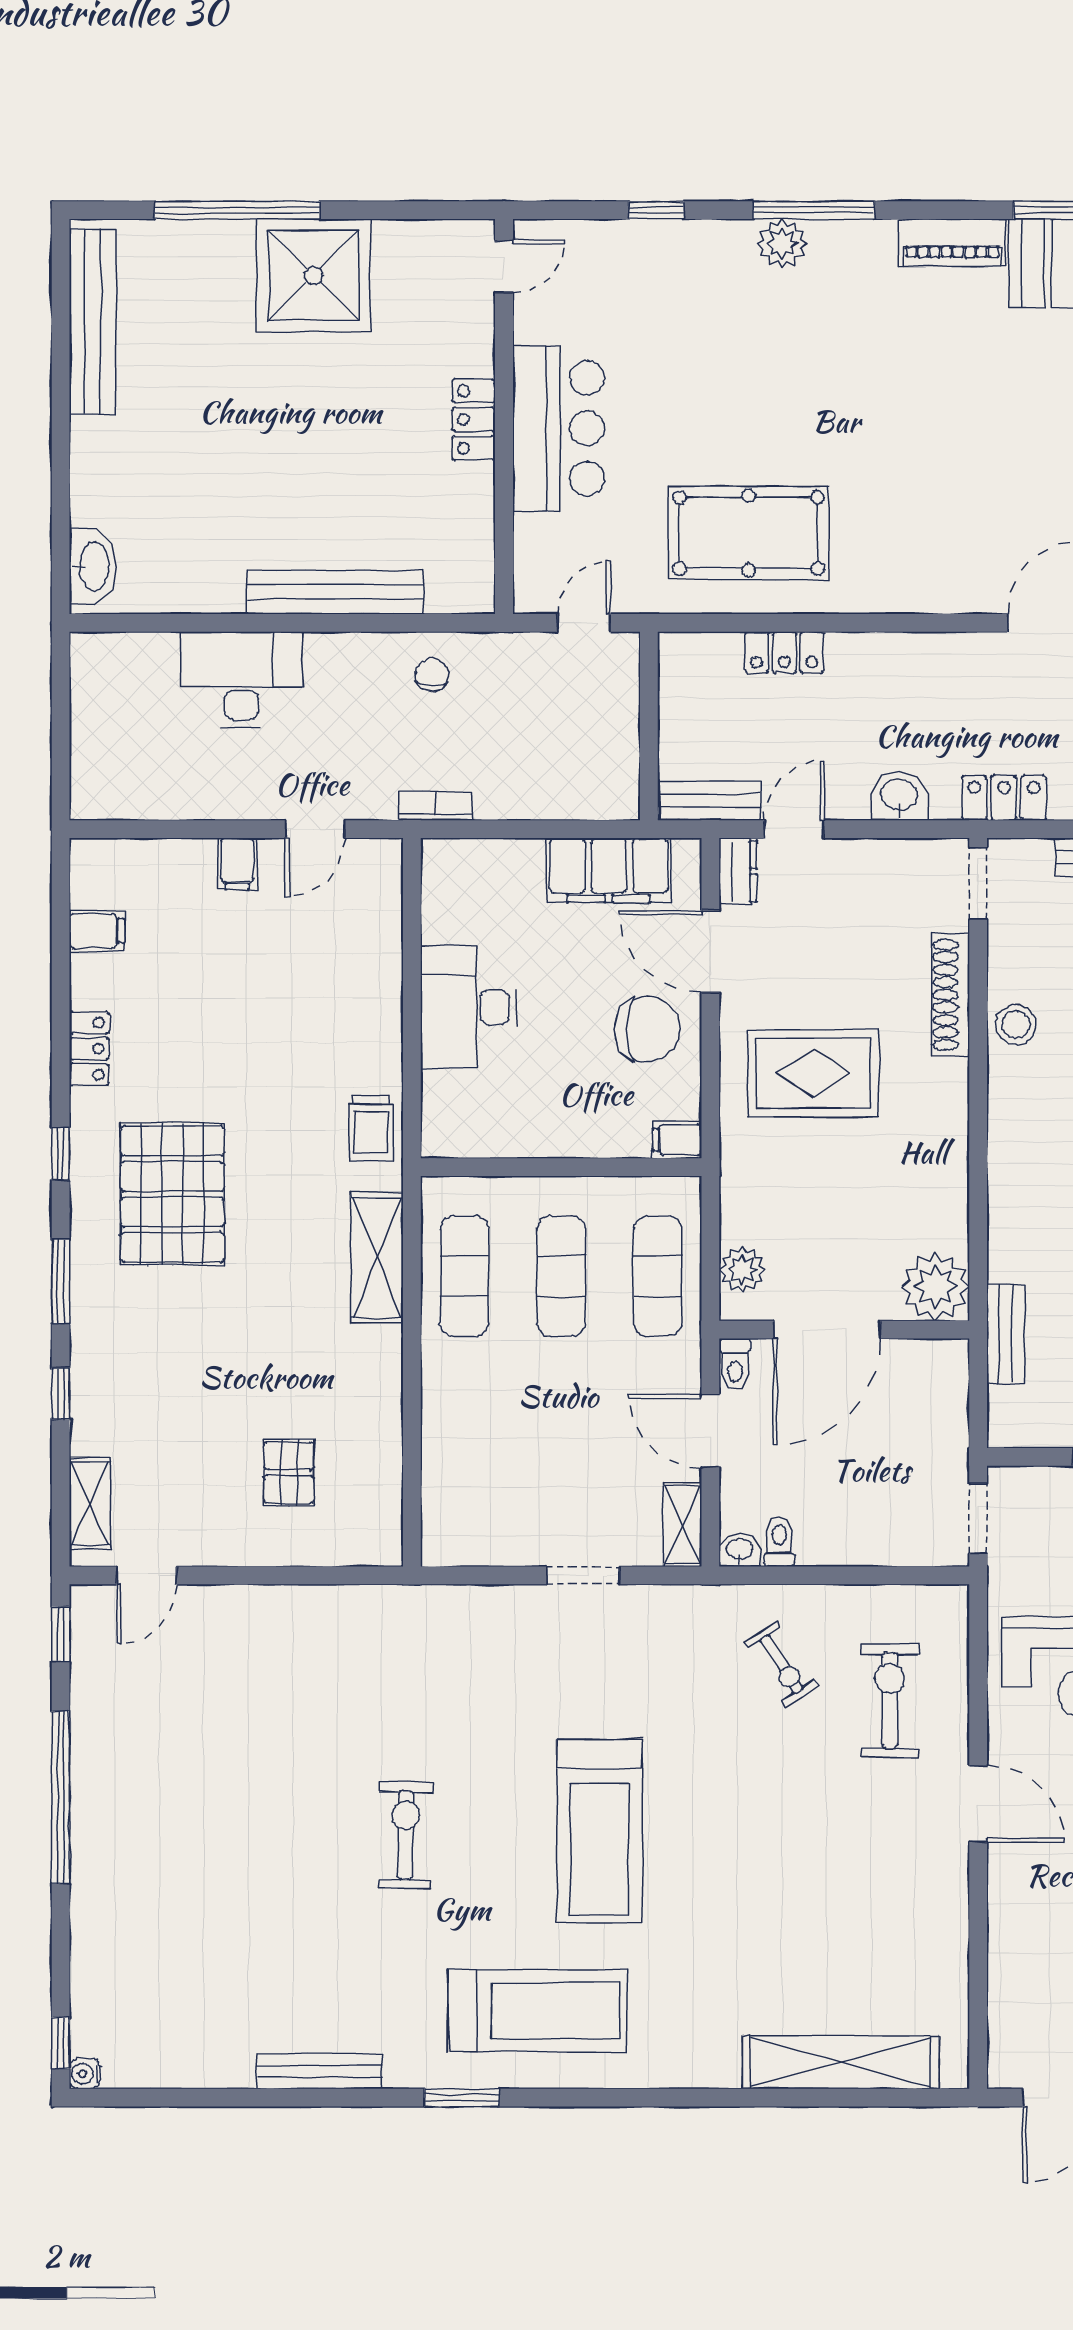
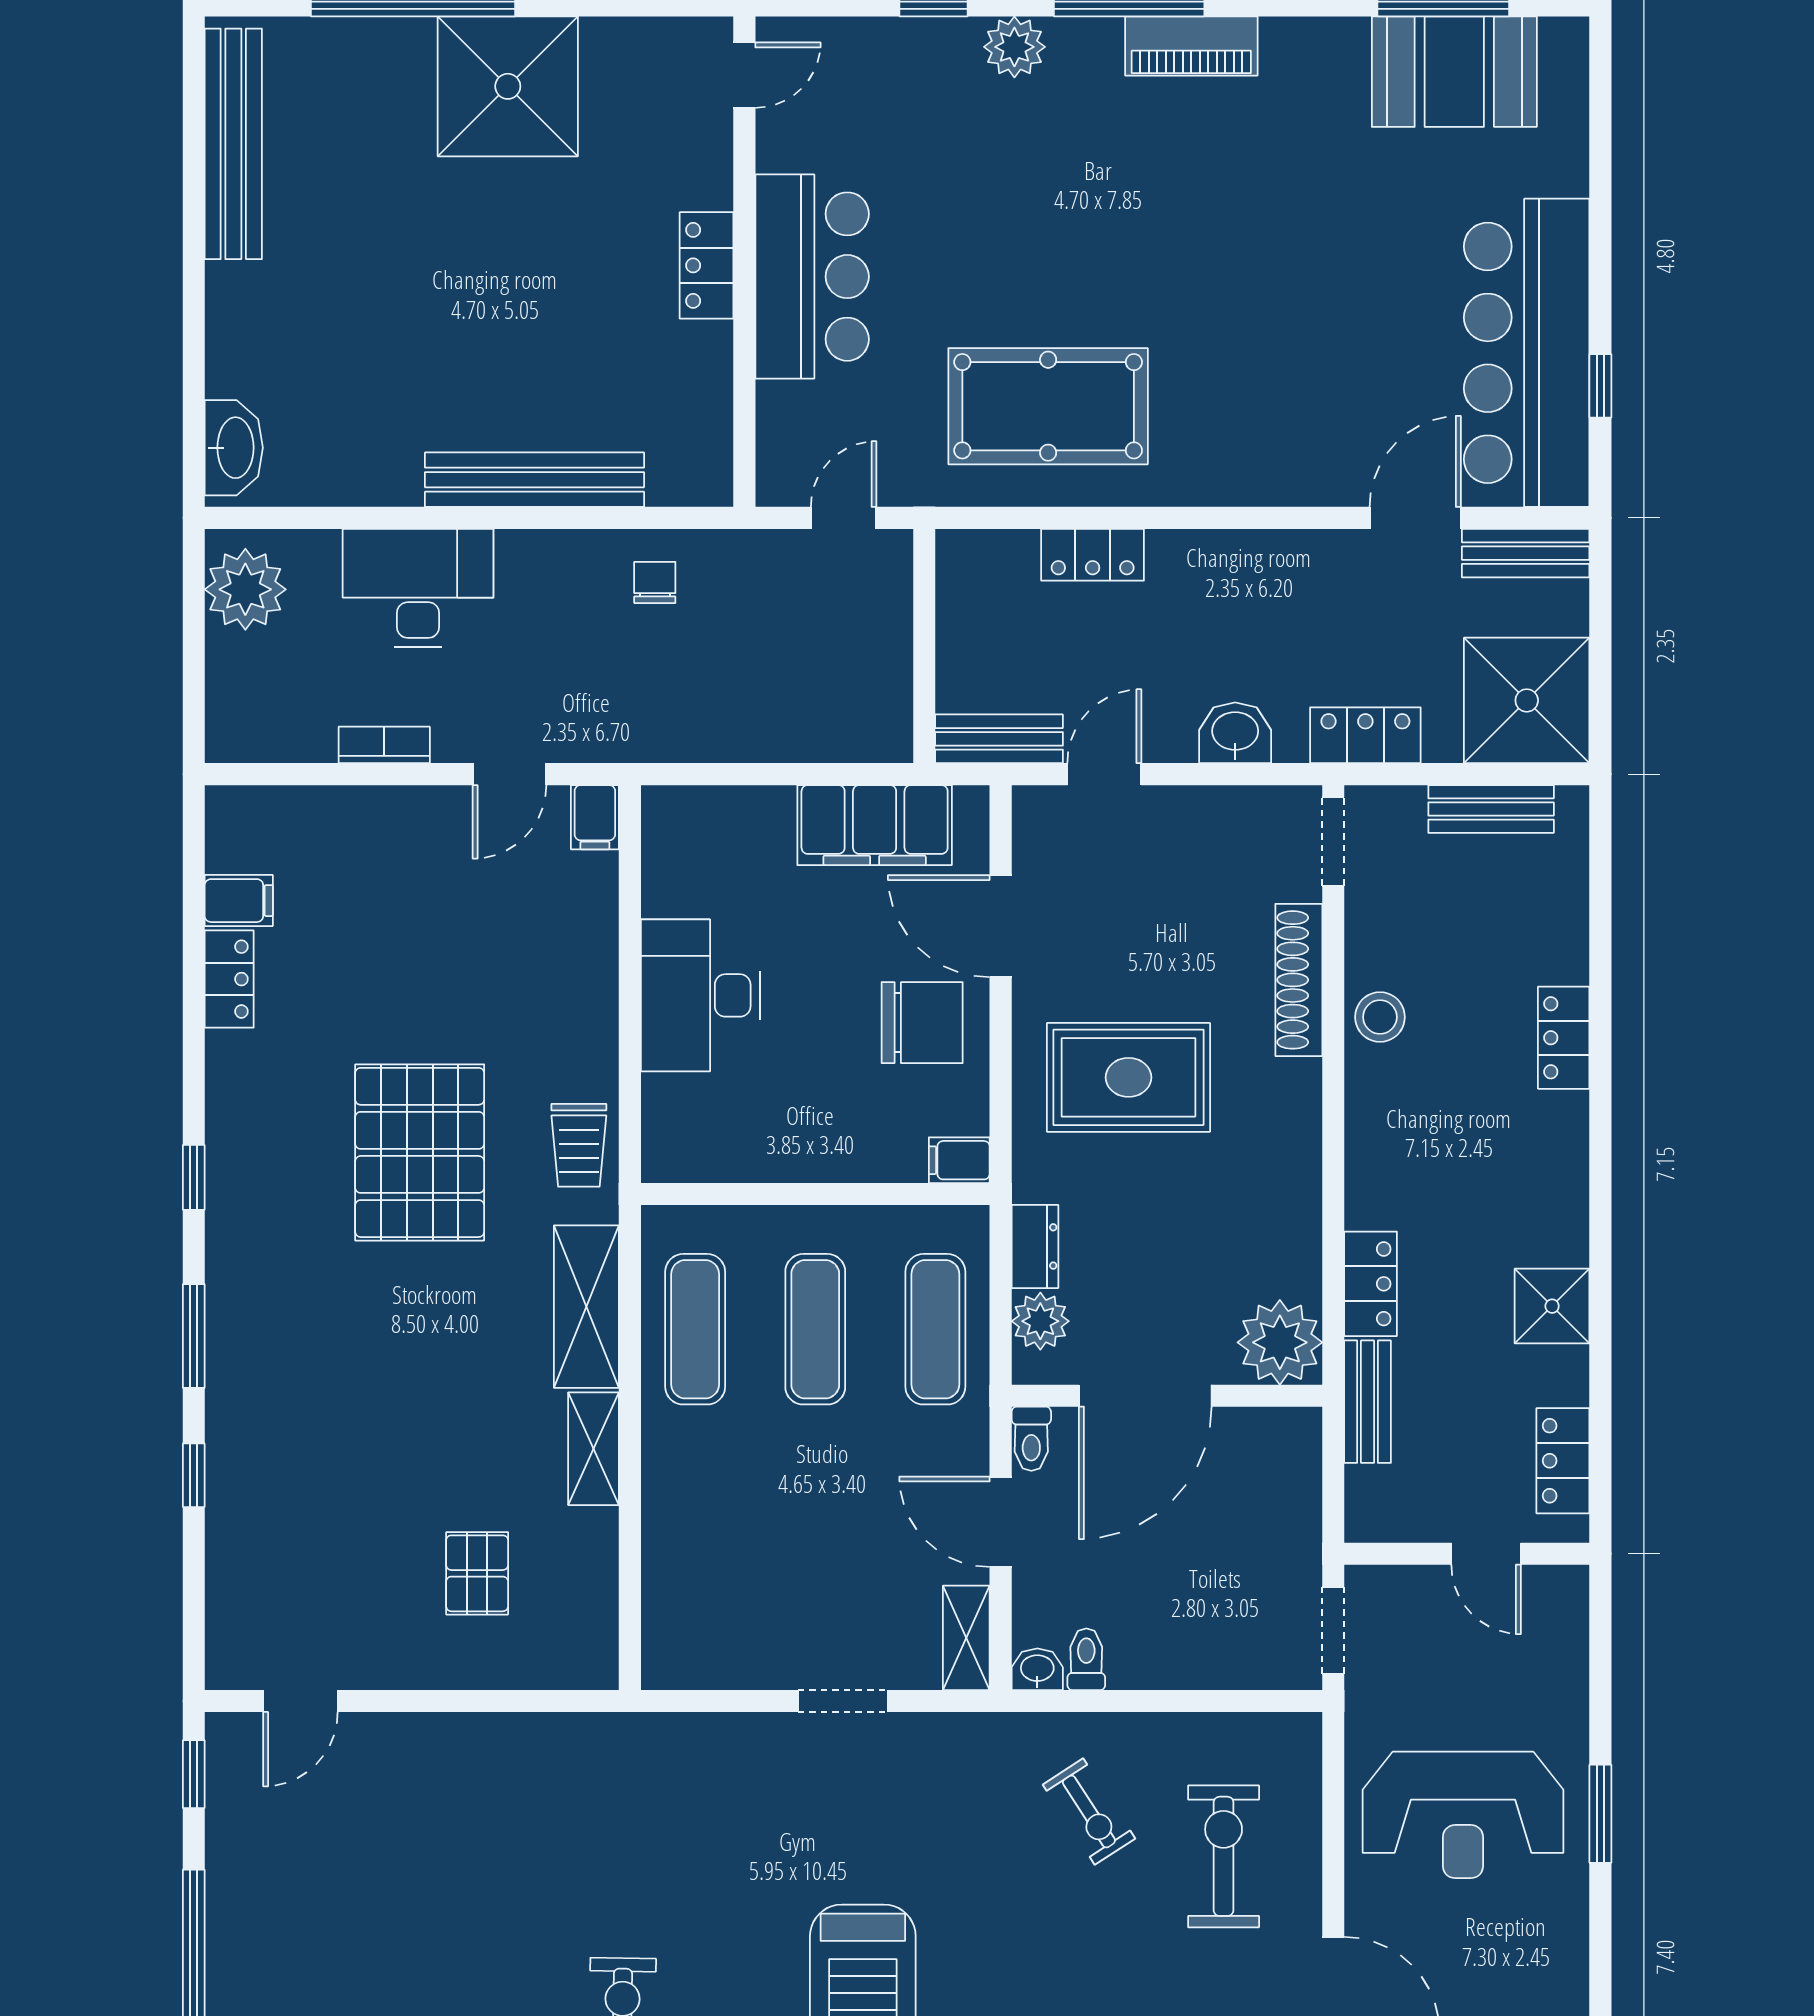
piano: (952, 243) -> (1191, 46), moved
plant: (782, 244) -> (1014, 47), moved
plant: (102, 680) -> (245, 589), added
bookcase: (435, 806) -> (384, 745), moved
filing cabinet: (237, 864) -> (595, 817), moved
dresser: (738, 871) -> (1035, 1246), moved
locker: (89, 1049) -> (229, 979), moved
pallet: (172, 1194) -> (420, 1152), moved
locker: (1008, 1239) -> (1371, 1284), added
shelving: (90, 1503) -> (594, 1449), moved

